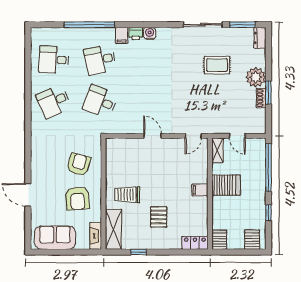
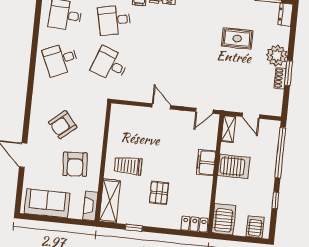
armchair: (79, 164) -> (63, 125), moved, turned -146
filing cabinet: (200, 190) -> (206, 163), width x2.00
server rack: (219, 240) -> (224, 219), width x1.36, depth x1.44

